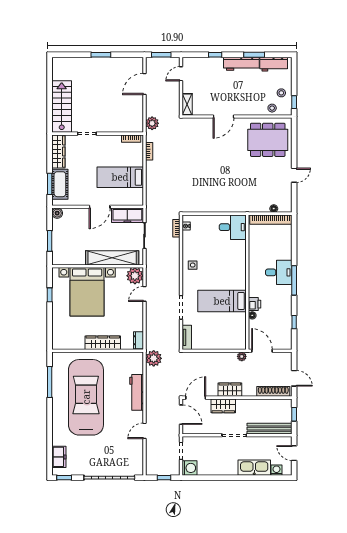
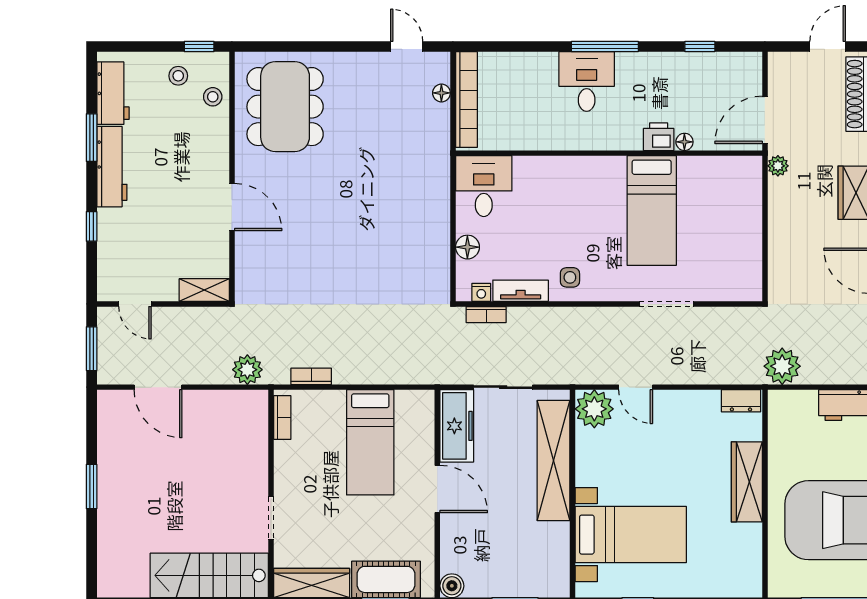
door: (294, 175) -> (407, 47), moved
floor lamp: (206, 220) -> (467, 247), added
bed with nightstands: (87, 292) -> (631, 535), width x0.73
tv unit: (187, 337) -> (521, 291), moved

